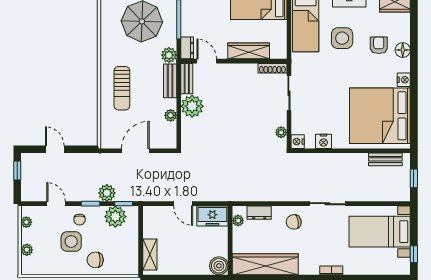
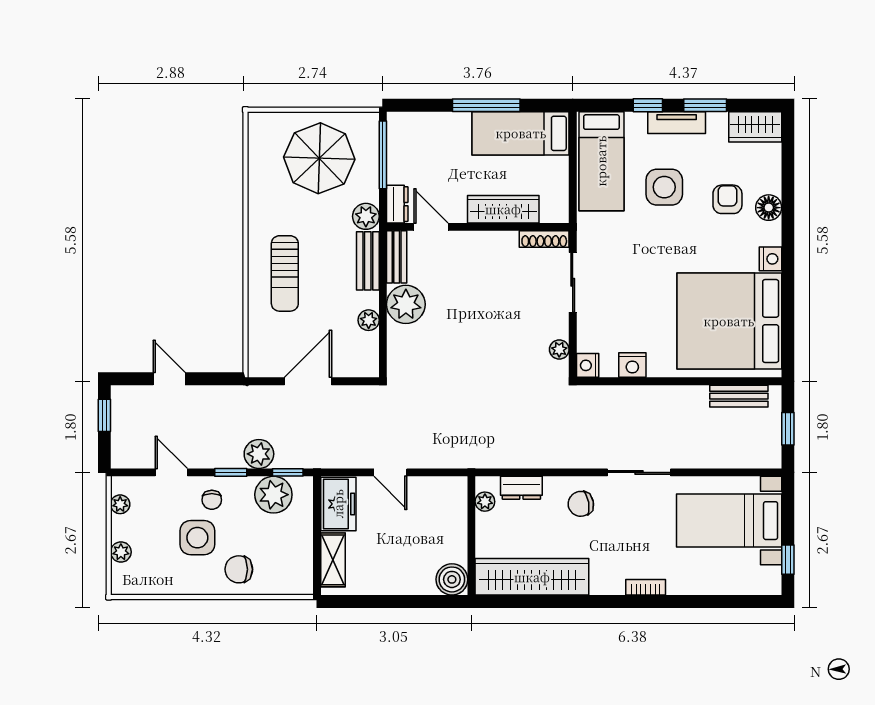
freezer: (212, 216) -> (338, 504), moved, turned -90

